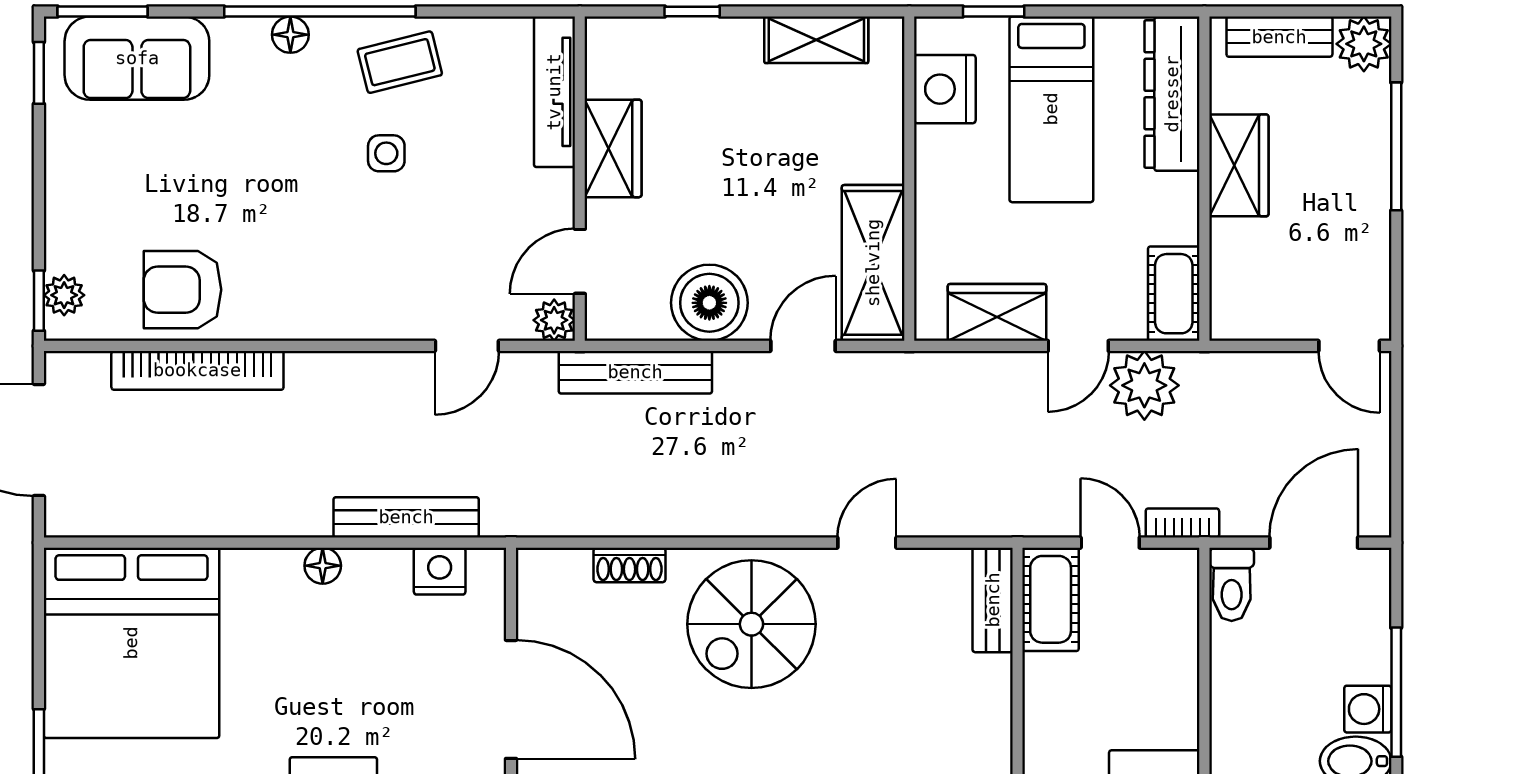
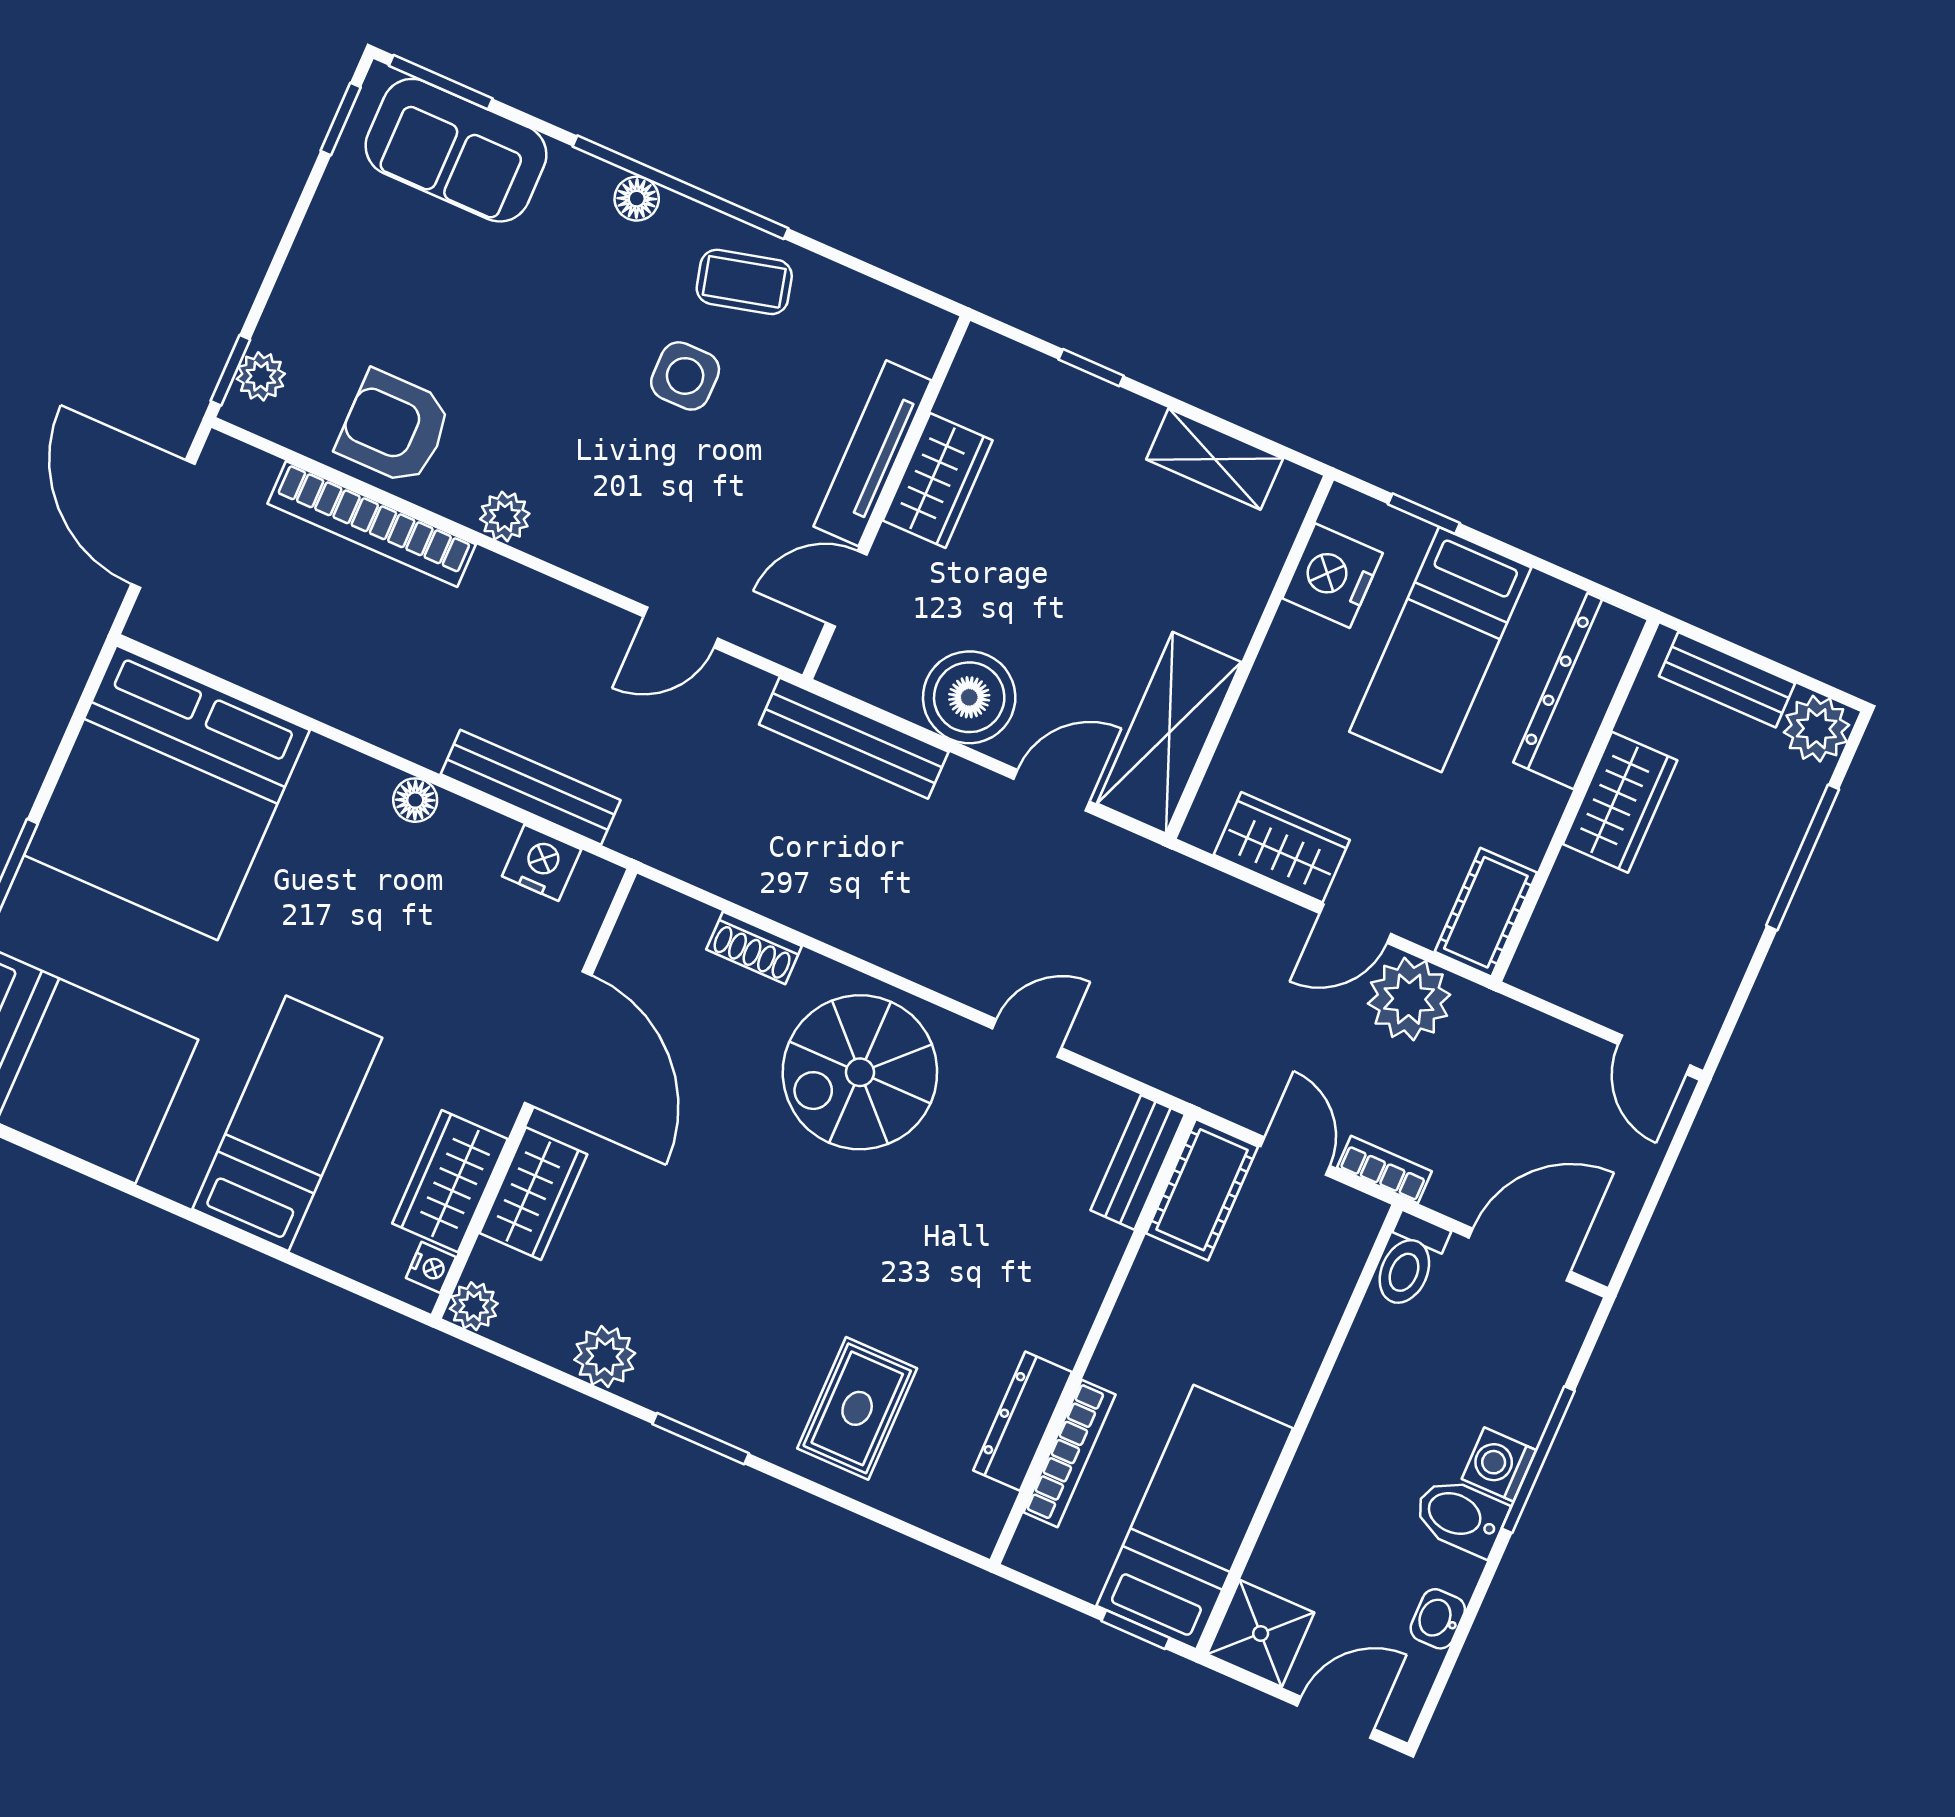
tv unit: (554, 92) -> (872, 453), moved
side table: (386, 153) -> (685, 376), width x1.37, depth x1.37
plant: (554, 320) -> (505, 516), moved

